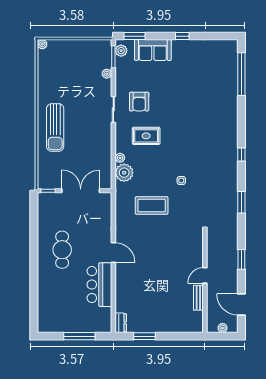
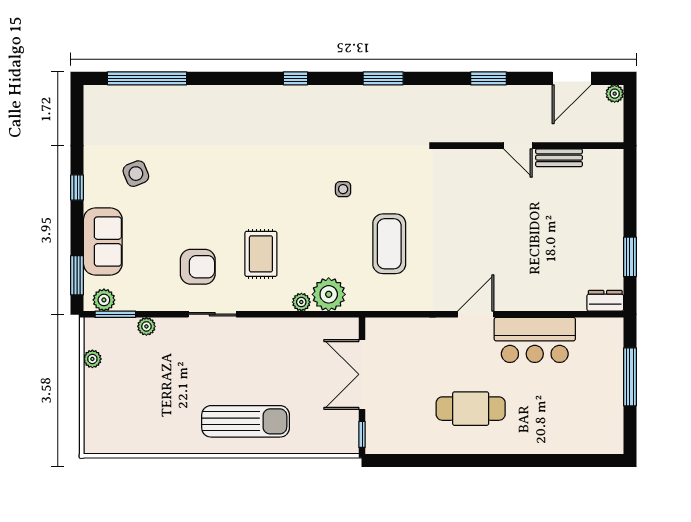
plant: (42, 44) -> (92, 359), moved
side table: (190, 68) -> (136, 174), added
plant: (223, 328) -> (615, 94), moved

